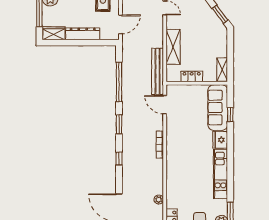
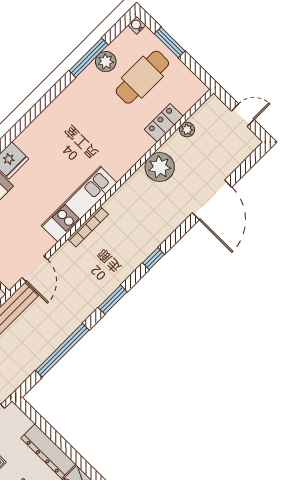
kitchen unit: (221, 174) -> (79, 204), moved, turned 180
plant: (159, 200) -> (160, 167), width x1.87, depth x1.87

